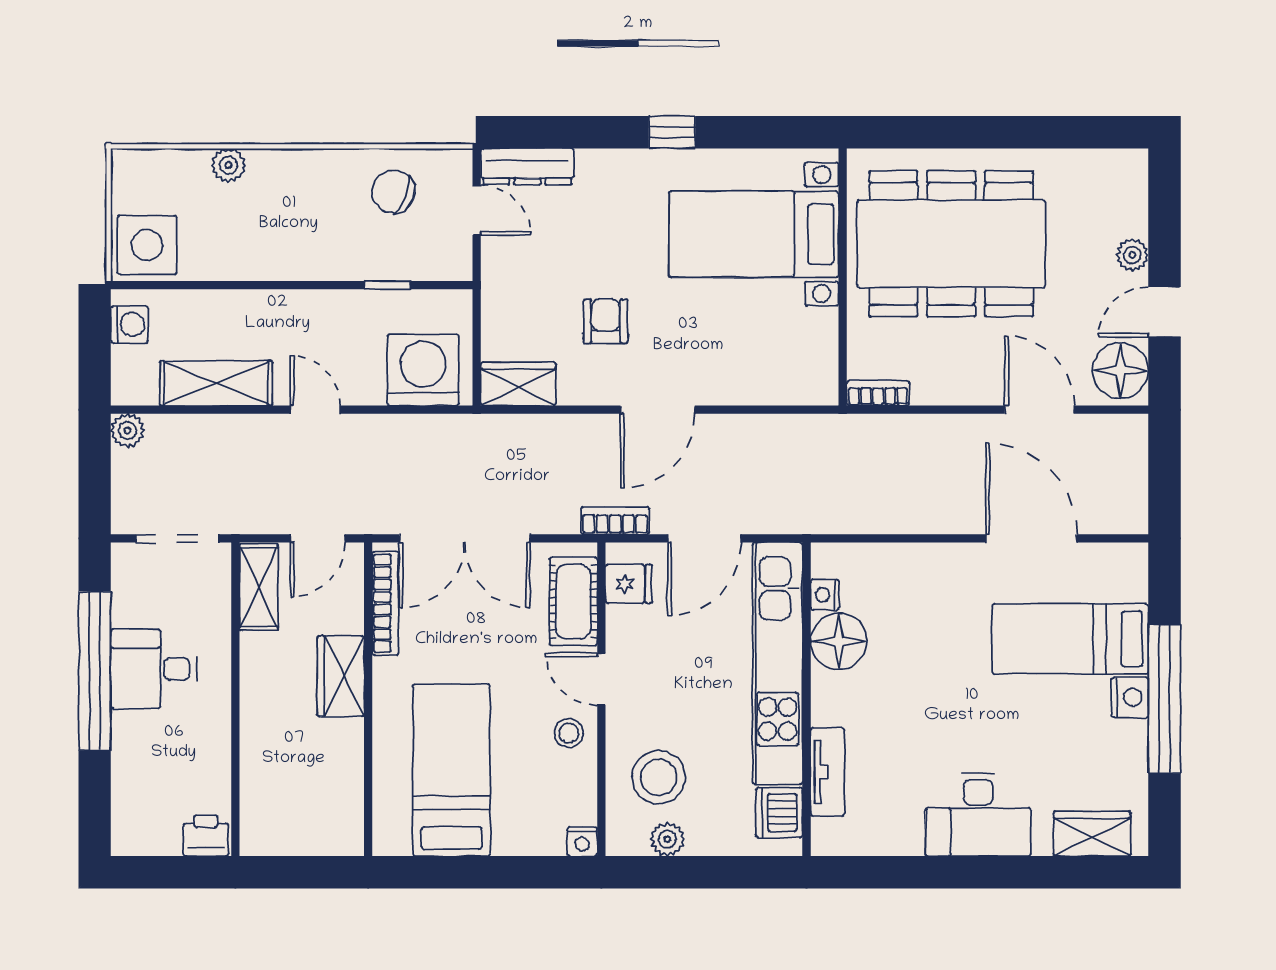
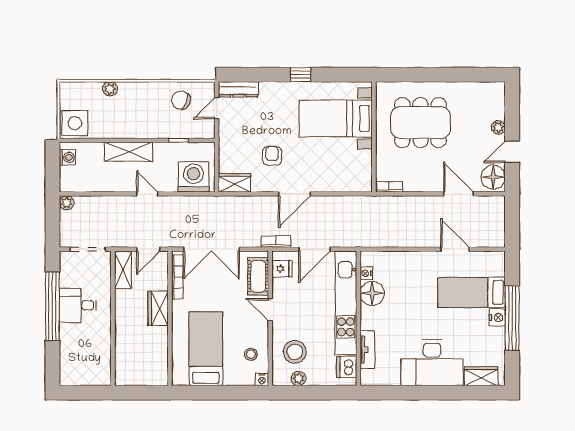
door: (477, 210) -> (217, 108), swing flipped
dining table: (951, 244) -> (420, 123), width x0.73, depth x0.80
shelving: (216, 383) -> (129, 152), moved
door: (1031, 538) -> (455, 249), width x0.73
stool: (569, 733) -> (251, 354), moved
desk: (978, 815) -> (432, 363), width x1.36, depth x1.30
printer: (206, 836) -> (100, 377), removed

